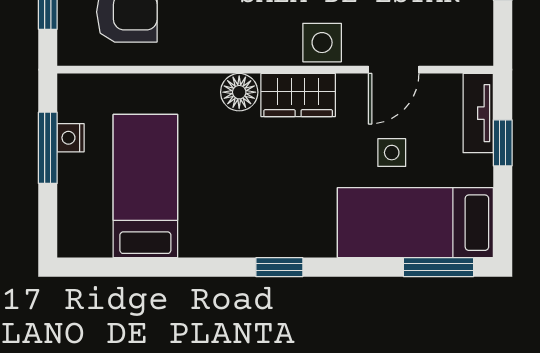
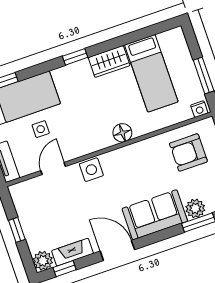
wardrobe: (298, 95) -> (109, 61), moved, turned 180
nightstand: (71, 138) -> (199, 109), moved, turned 90

